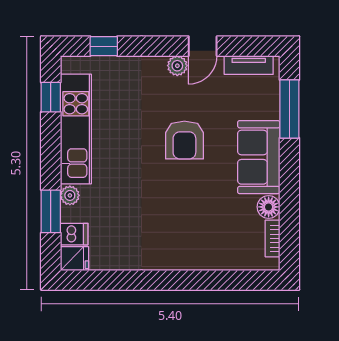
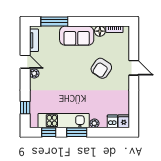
armchair: (184, 140) -> (101, 68), moved, turned 124
window: (51, 211) -> (77, 132), moved
door: (190, 280) -> (134, 68), added

